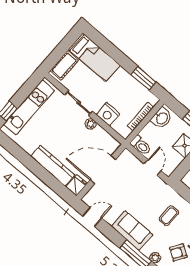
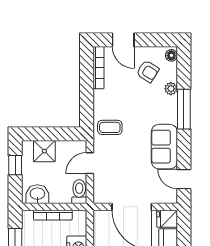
coffee table: (169, 216) -> (110, 127), moved
sofa: (132, 231) -> (164, 147), moved

